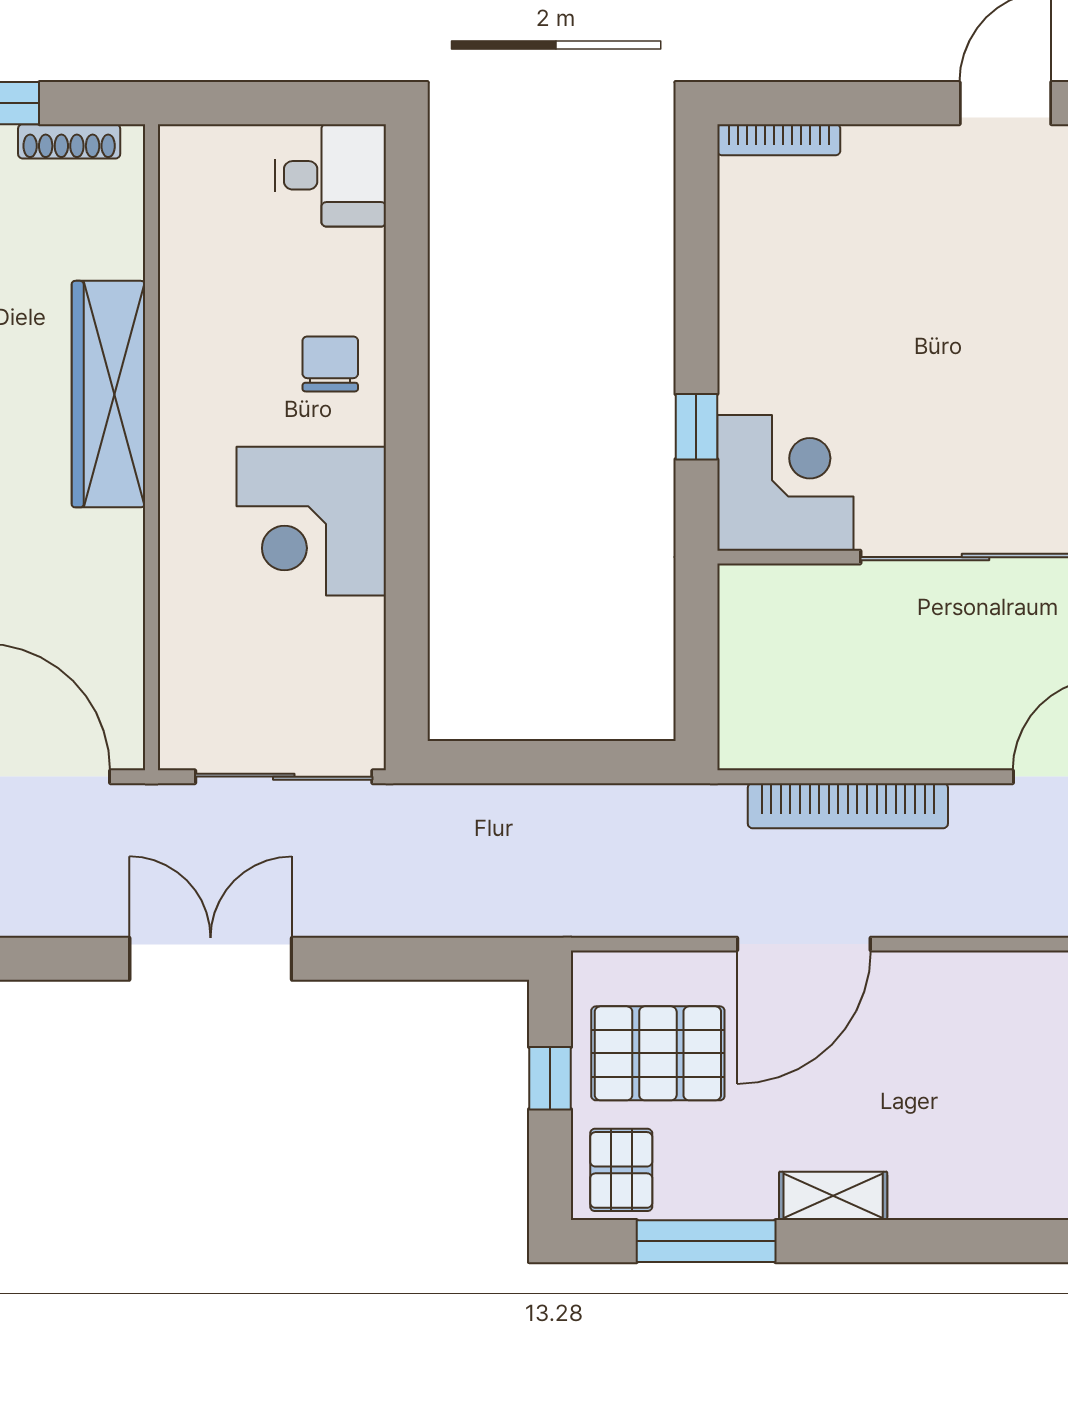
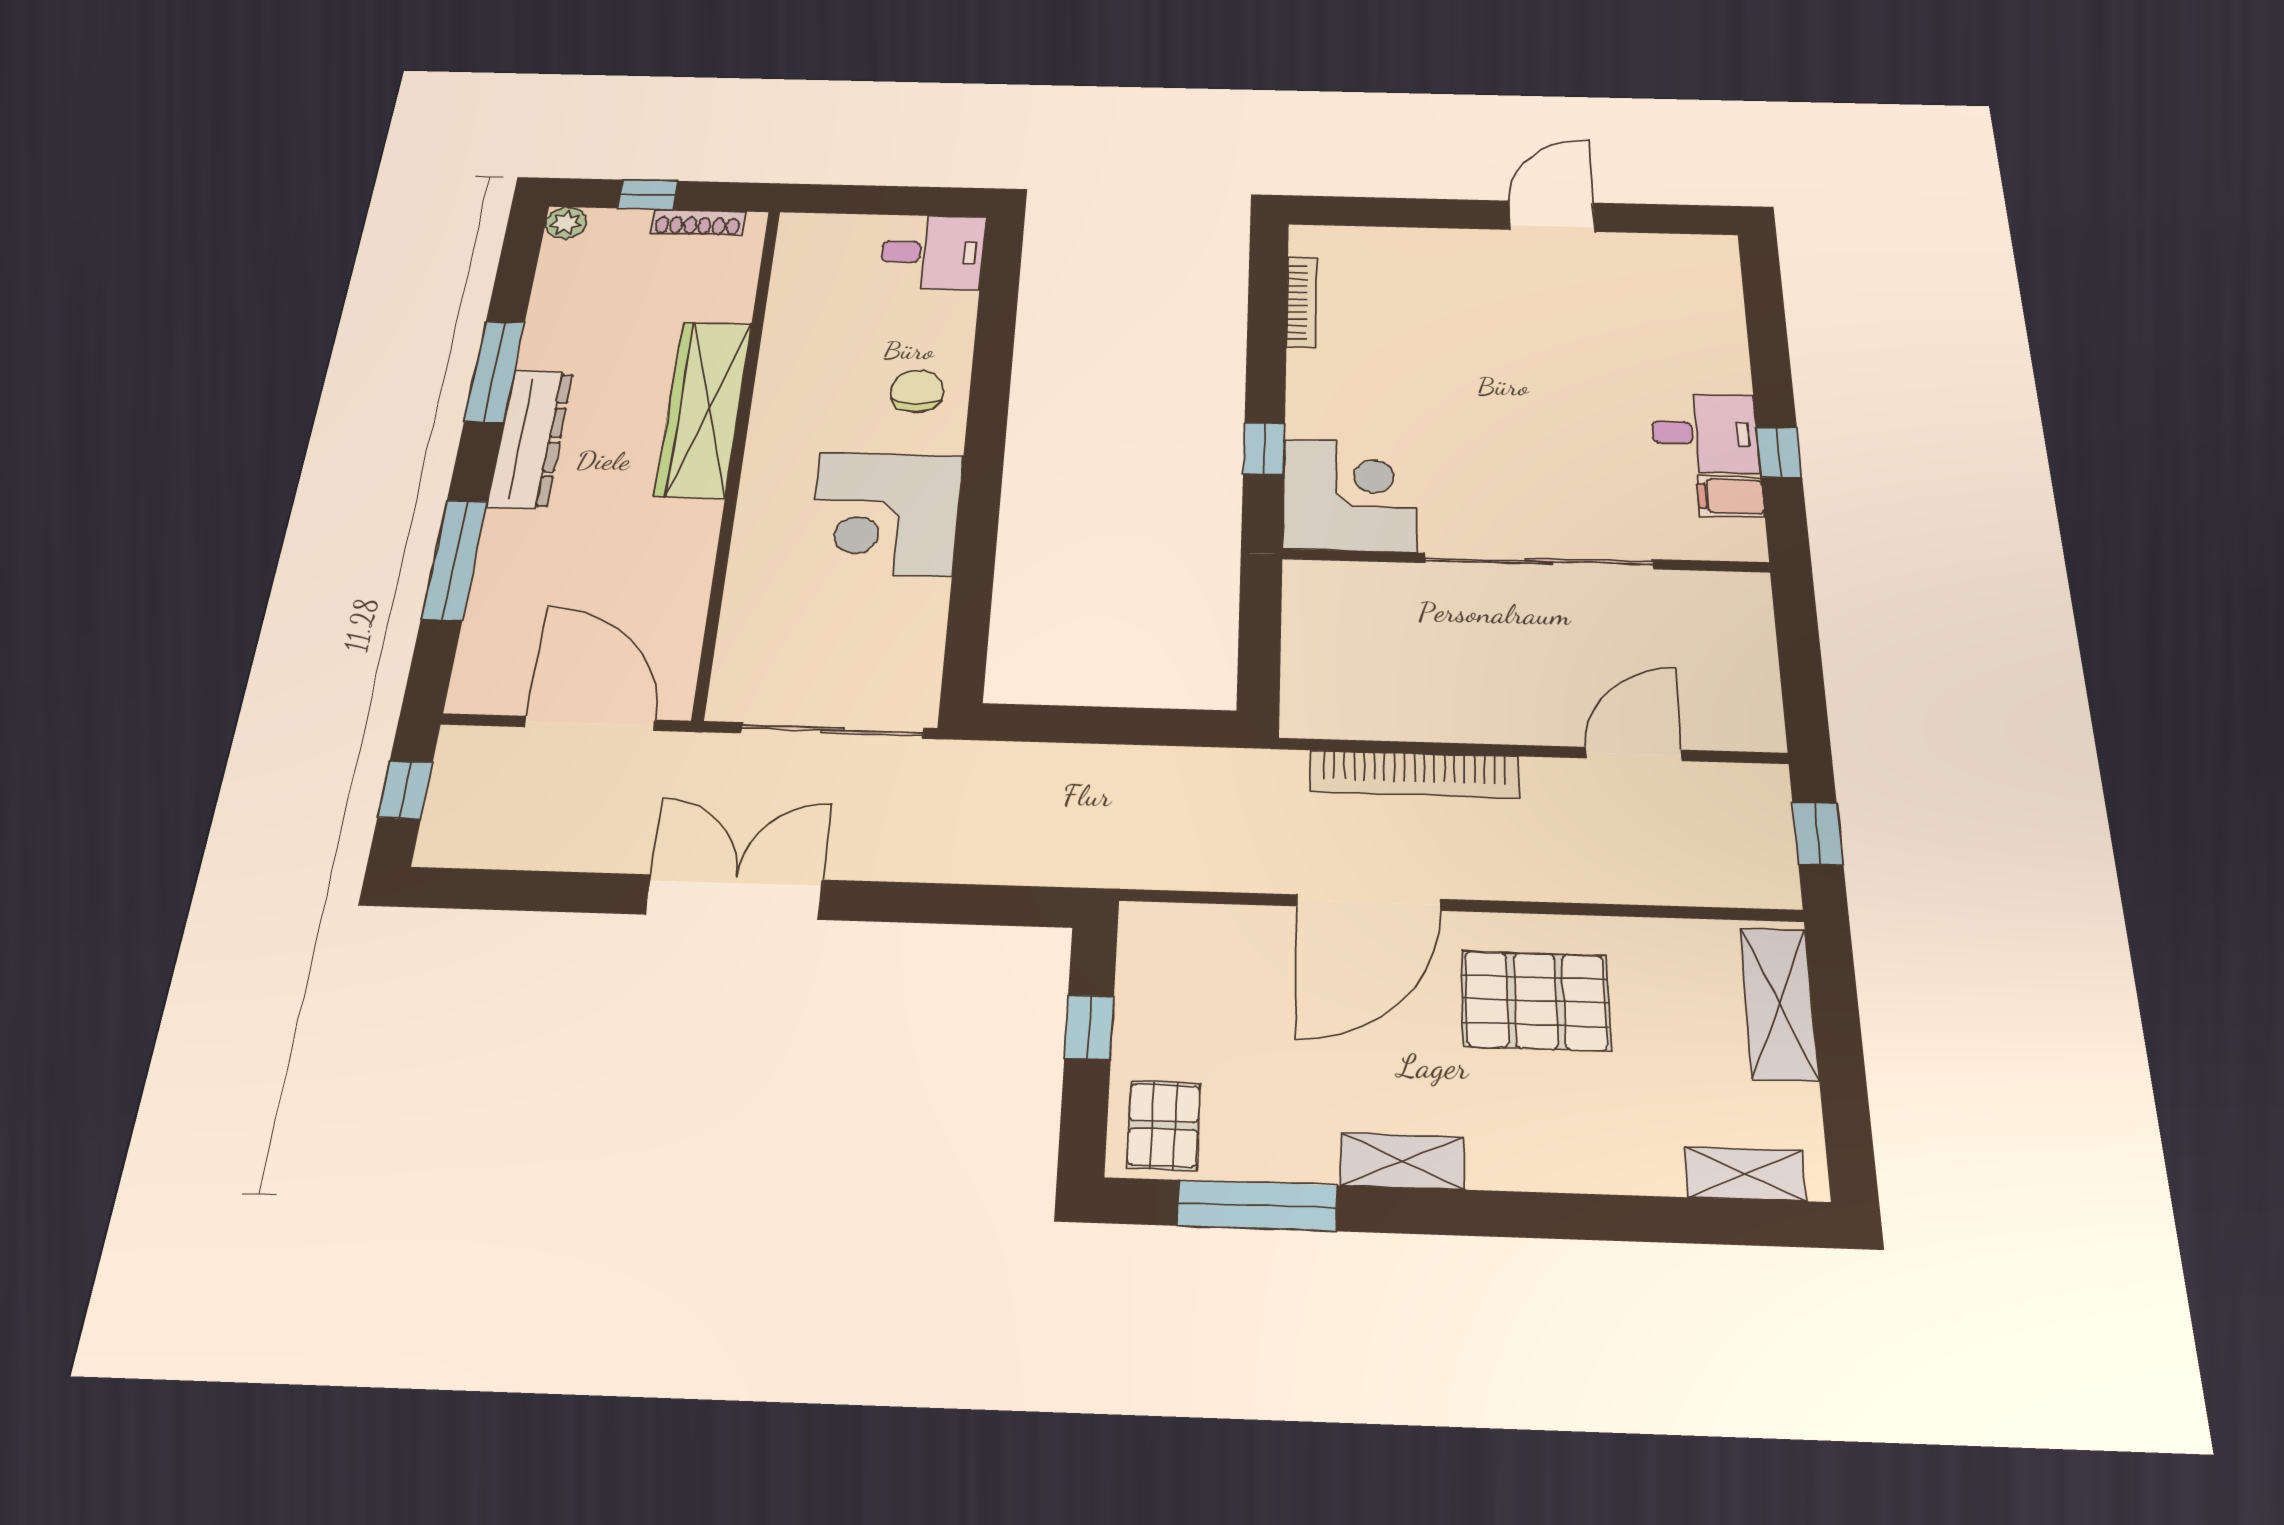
bookcase: (779, 140) -> (1302, 302), moved, turned -90
pallet: (658, 1053) -> (1536, 1001), moved

